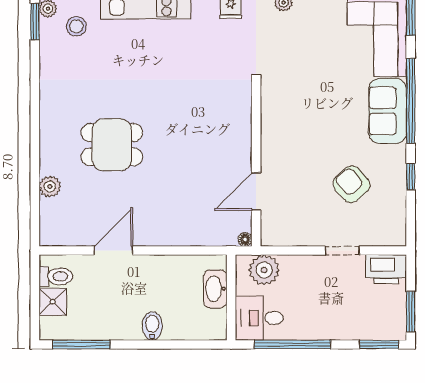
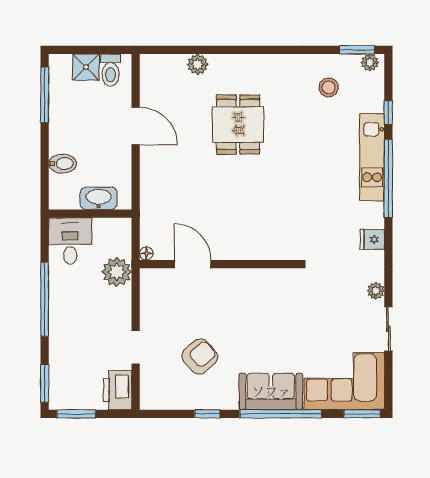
stool: (76, 26) -> (329, 87), moved
washbasin: (215, 289) -> (99, 198), moved
wall: (231, 297) -> (90, 214), moved
desk: (259, 318) -> (70, 241), moved

